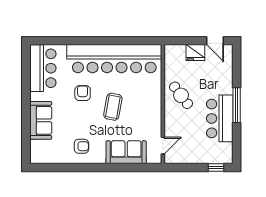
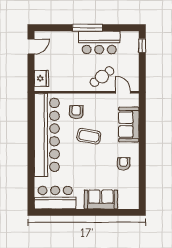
fridge: (195, 53) -> (41, 78), moved
armchair: (83, 93) -> (76, 112), moved, turned 90
cafe table: (181, 95) -> (102, 77), moved

